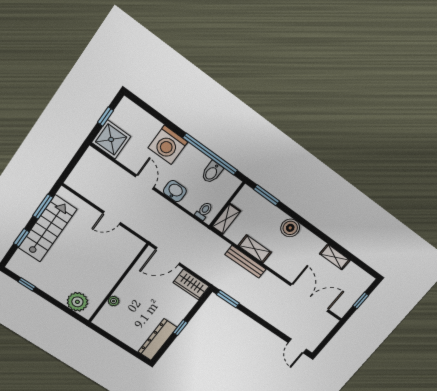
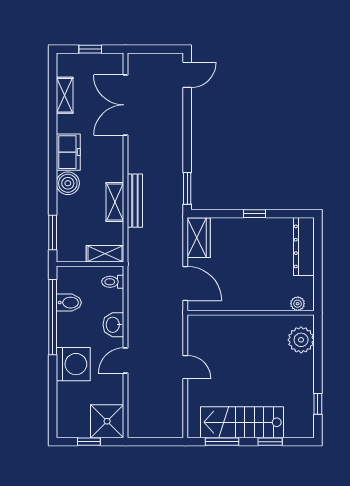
freezer: (310, 242) -> (68, 152), added
shelving: (335, 257) -> (65, 95), moved
plant: (114, 301) -> (298, 304), moved
dresser: (157, 340) -> (304, 246), moved, turned 90

